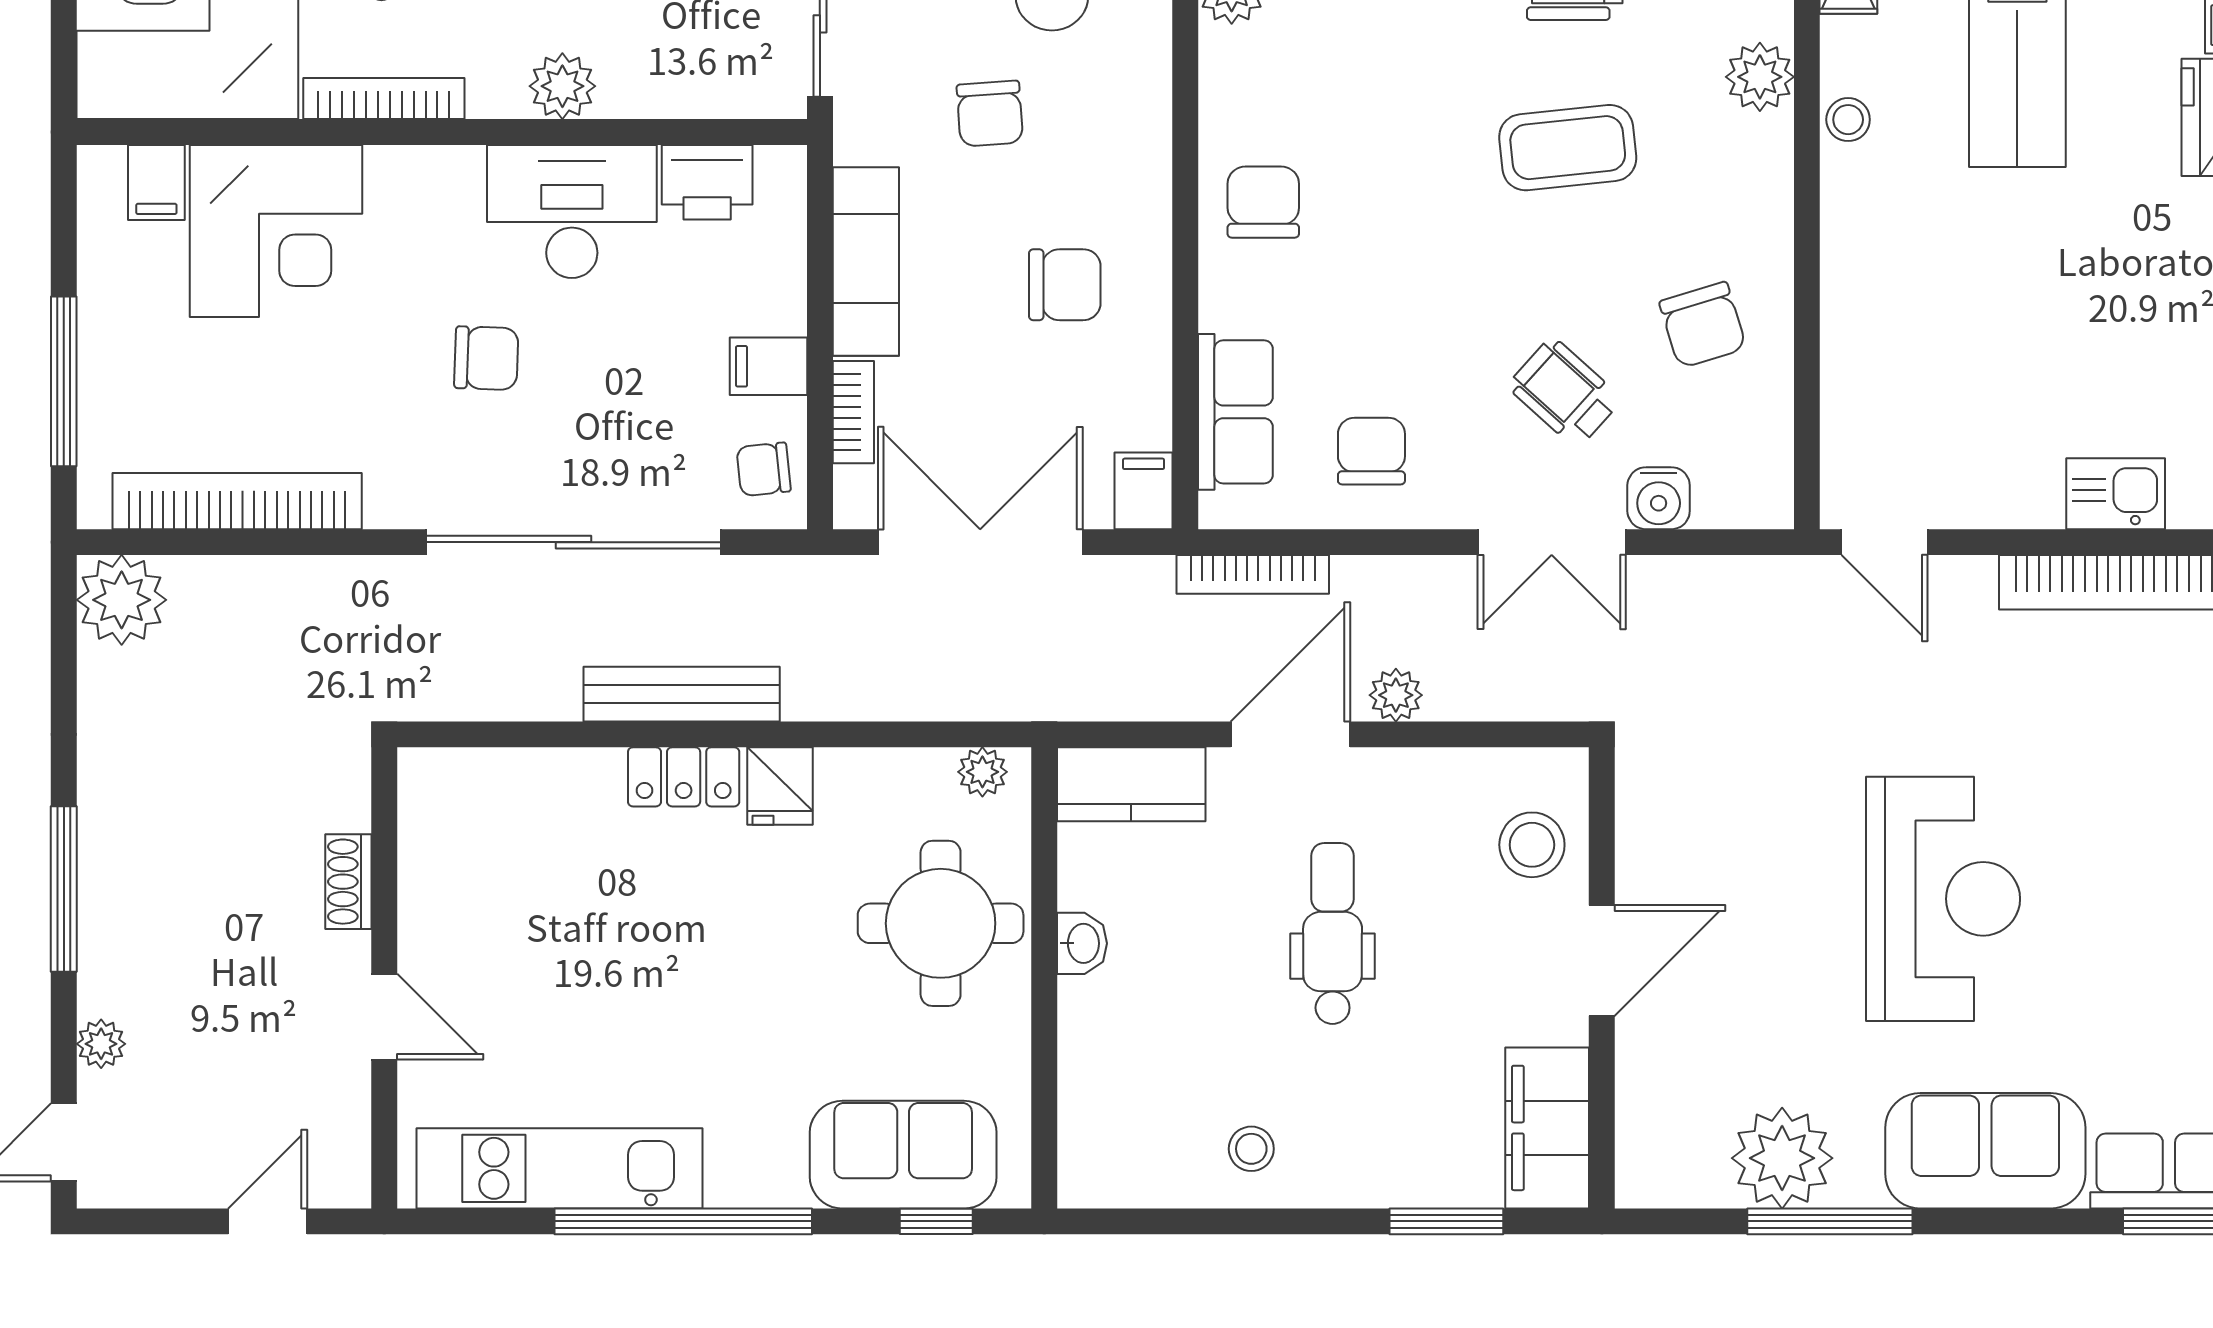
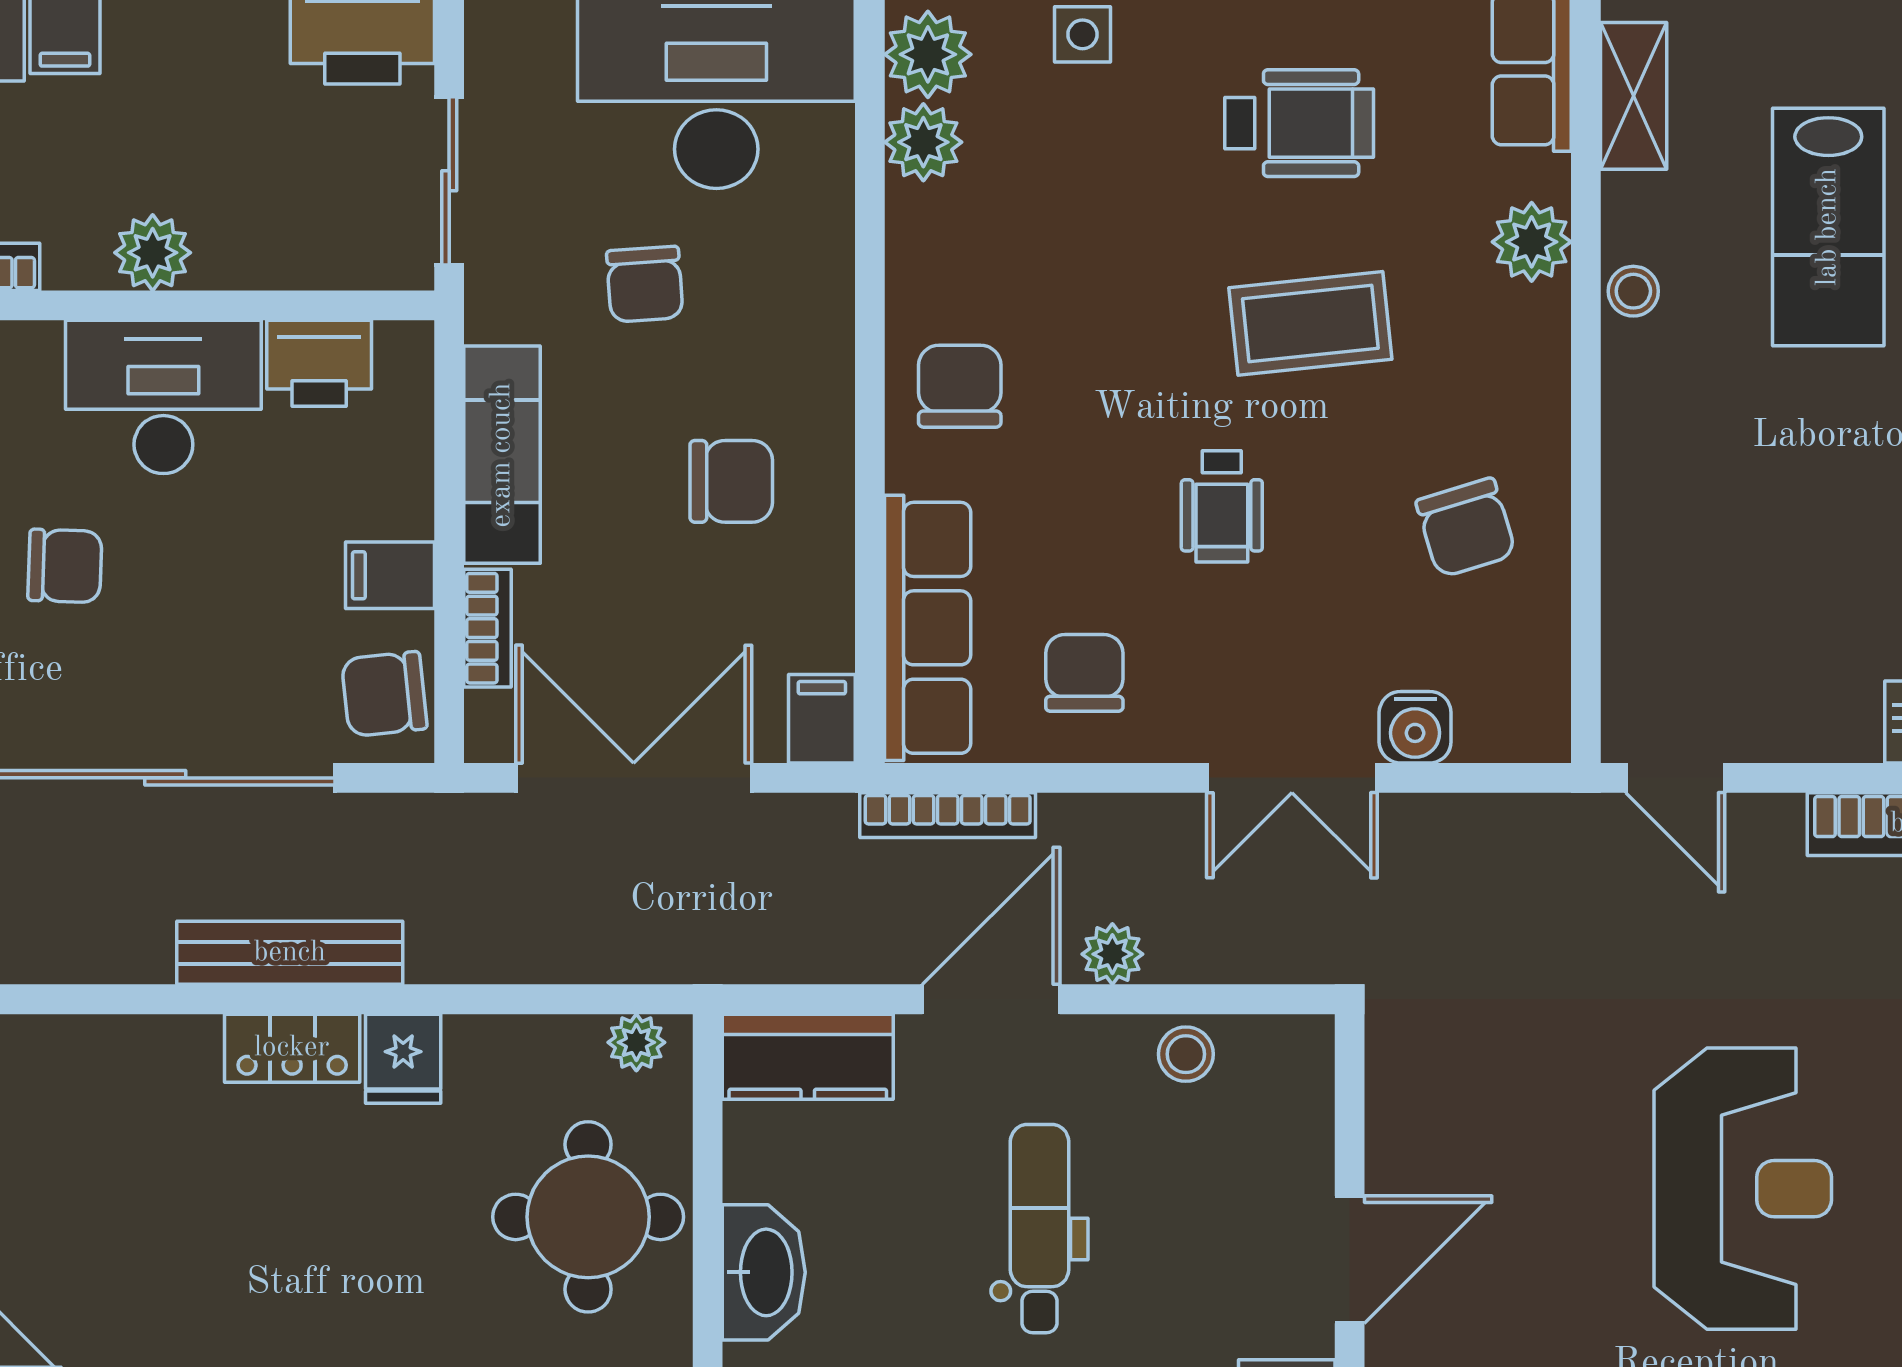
wheelchair: (1565, 393) -> (1222, 506), moved, turned -132
row of seats: (1235, 412) -> (928, 628), width x1.48
chair: (764, 469) -> (384, 694), width x1.37, depth x1.37
stool: (1532, 845) -> (1186, 1054), moved, width x0.73, depth x0.73
washbasin: (1082, 943) -> (764, 1272), width x1.91, depth x1.45

